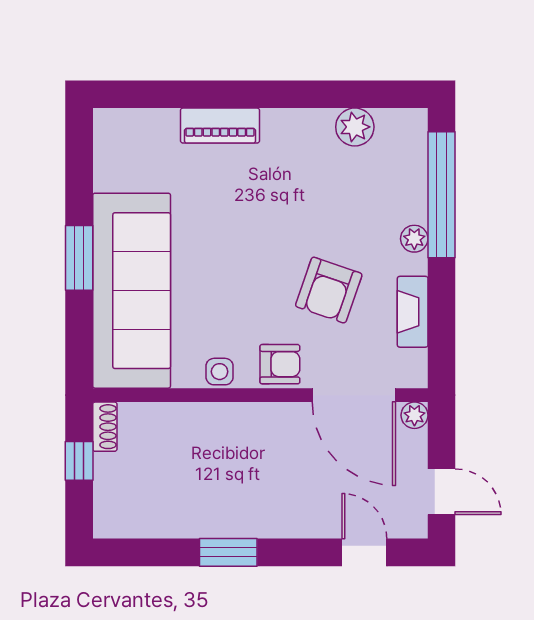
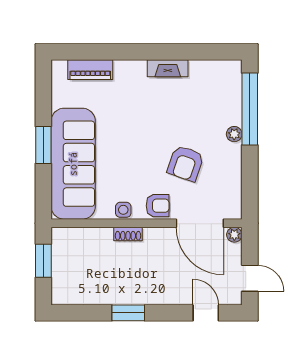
piano: (220, 126) -> (90, 70), moved
plant: (355, 127) -> (200, 70), removed
fireplace: (413, 312) -> (168, 68), moved, turned -90
shoe rack: (105, 427) -> (128, 234), moved, turned 90
window: (79, 461) -> (43, 261), width x1.50

